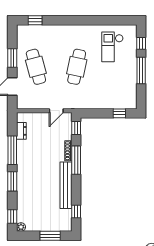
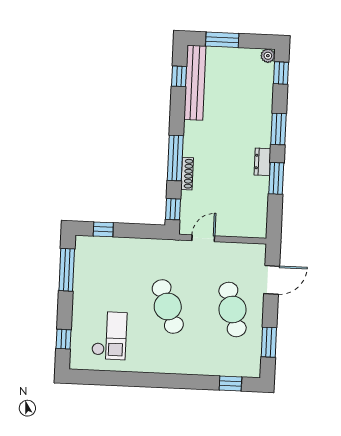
window: (12, 58) -> (269, 342), moved
cafe table: (77, 67) -> (168, 307), turned -33
window: (141, 71) -> (67, 270), moved
dresser: (21, 131) -> (262, 162), moved
window: (12, 150) -> (276, 178), width x0.69
bench: (66, 185) -> (195, 83), moved

